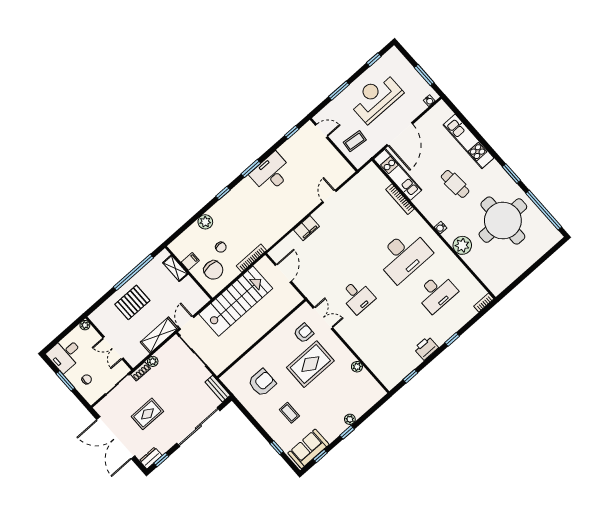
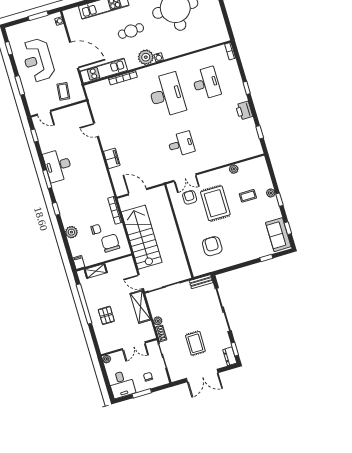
door: (321, 131) -> (44, 113), swing flipped
plant: (462, 245) -> (146, 57), moved
filing cabinet: (190, 261) -> (79, 262), moved
chair: (213, 270) -> (110, 243), turned -90
pallet: (132, 302) -> (106, 315), width x0.67, depth x0.71
double door: (323, 318) -> (185, 178), swing flipped
coffee table: (289, 413) -> (248, 196), moved
double door: (116, 438) -> (202, 376), width x0.73

